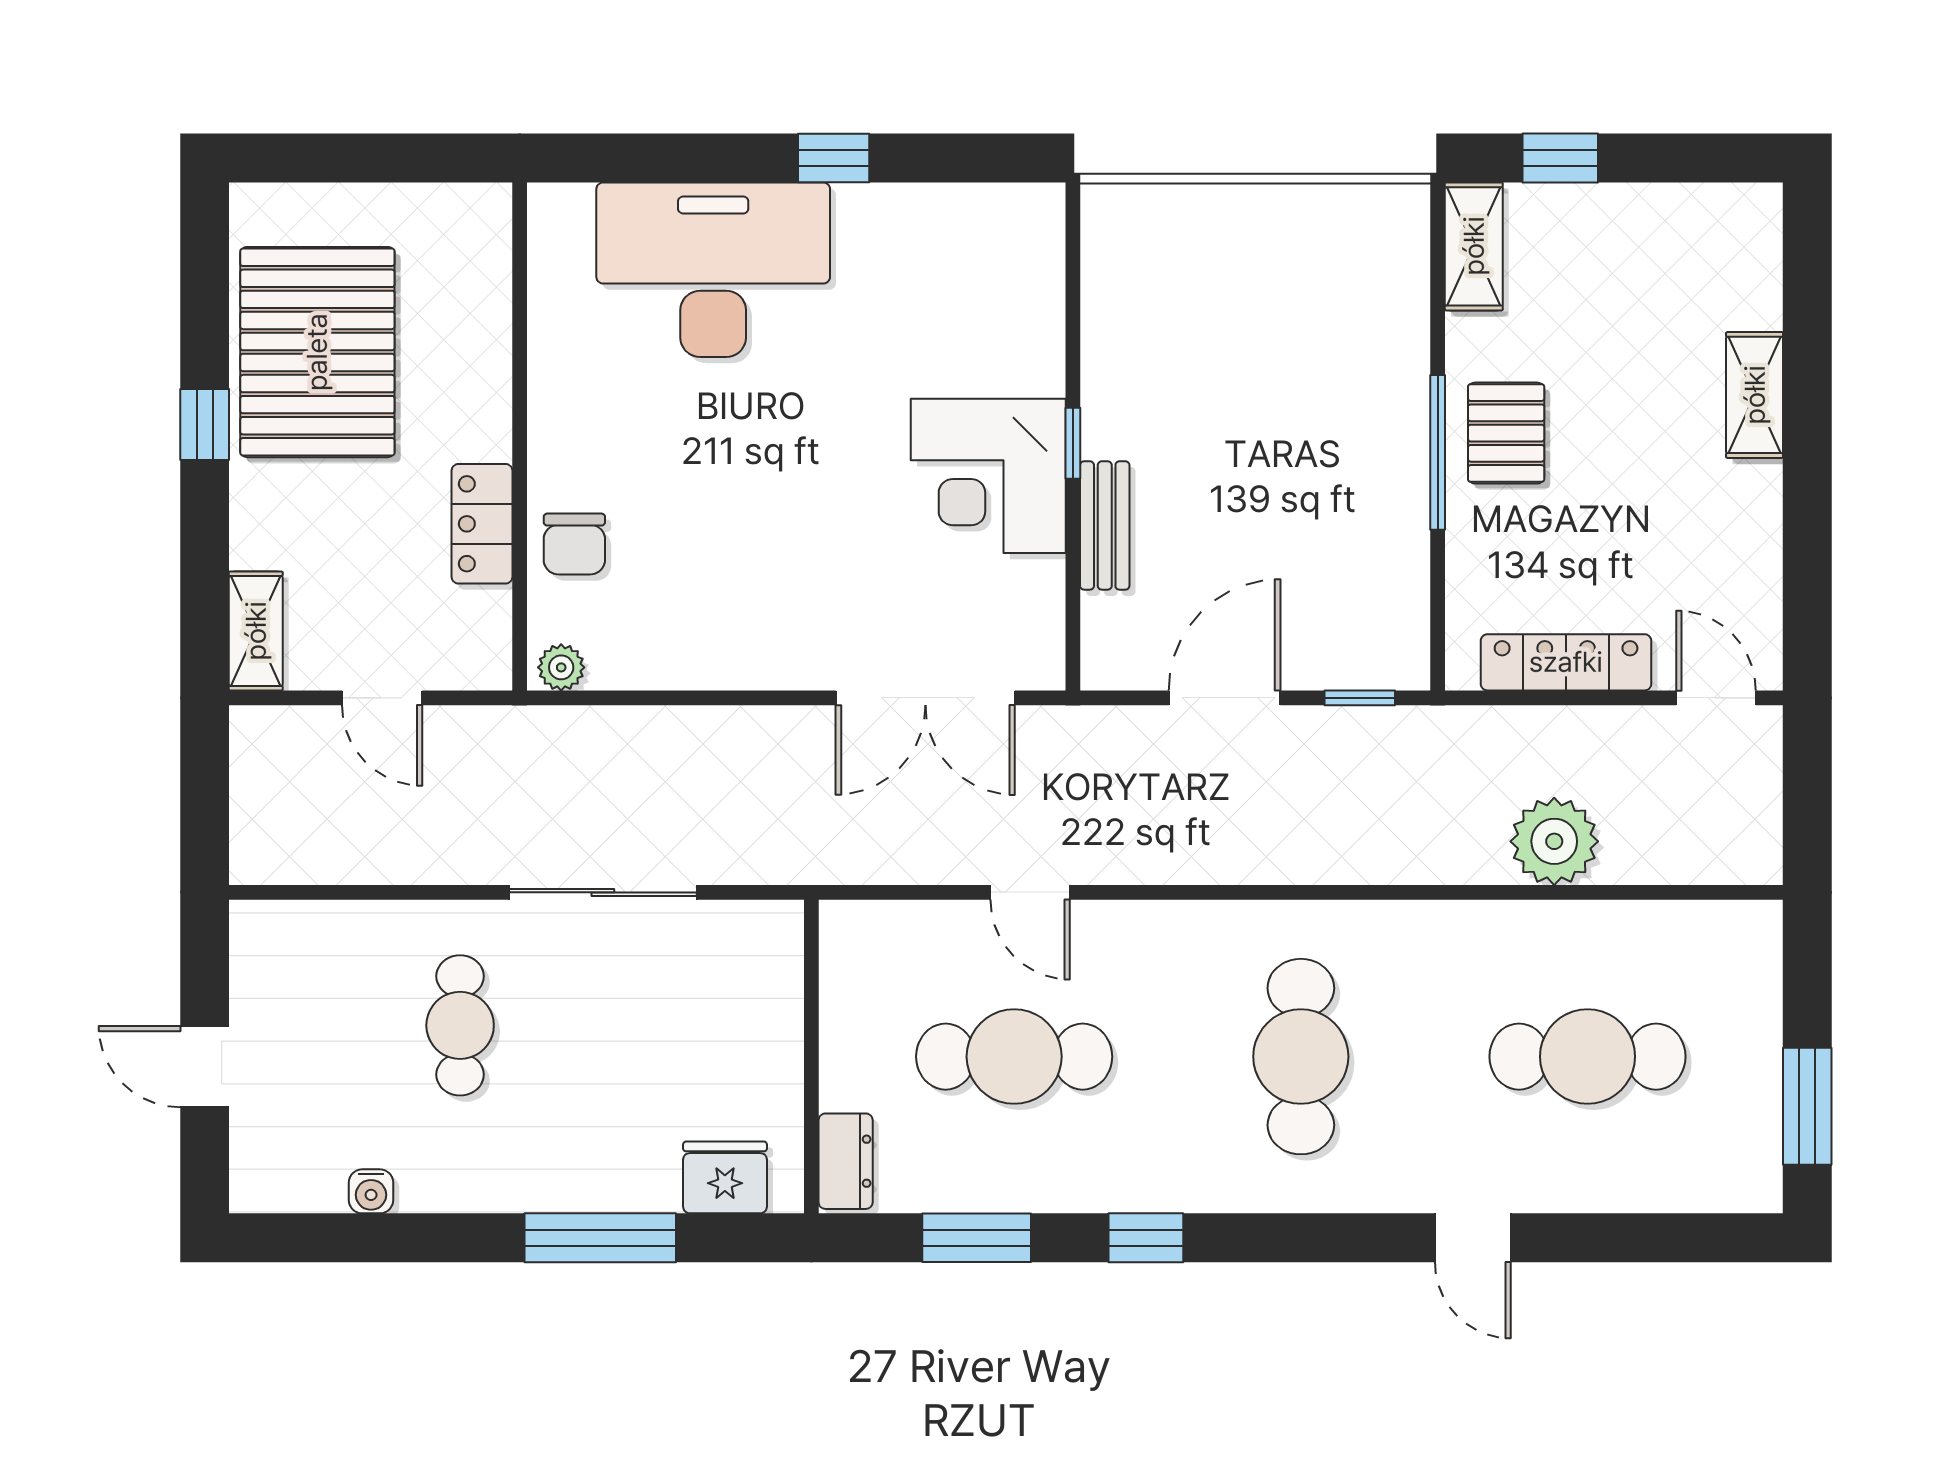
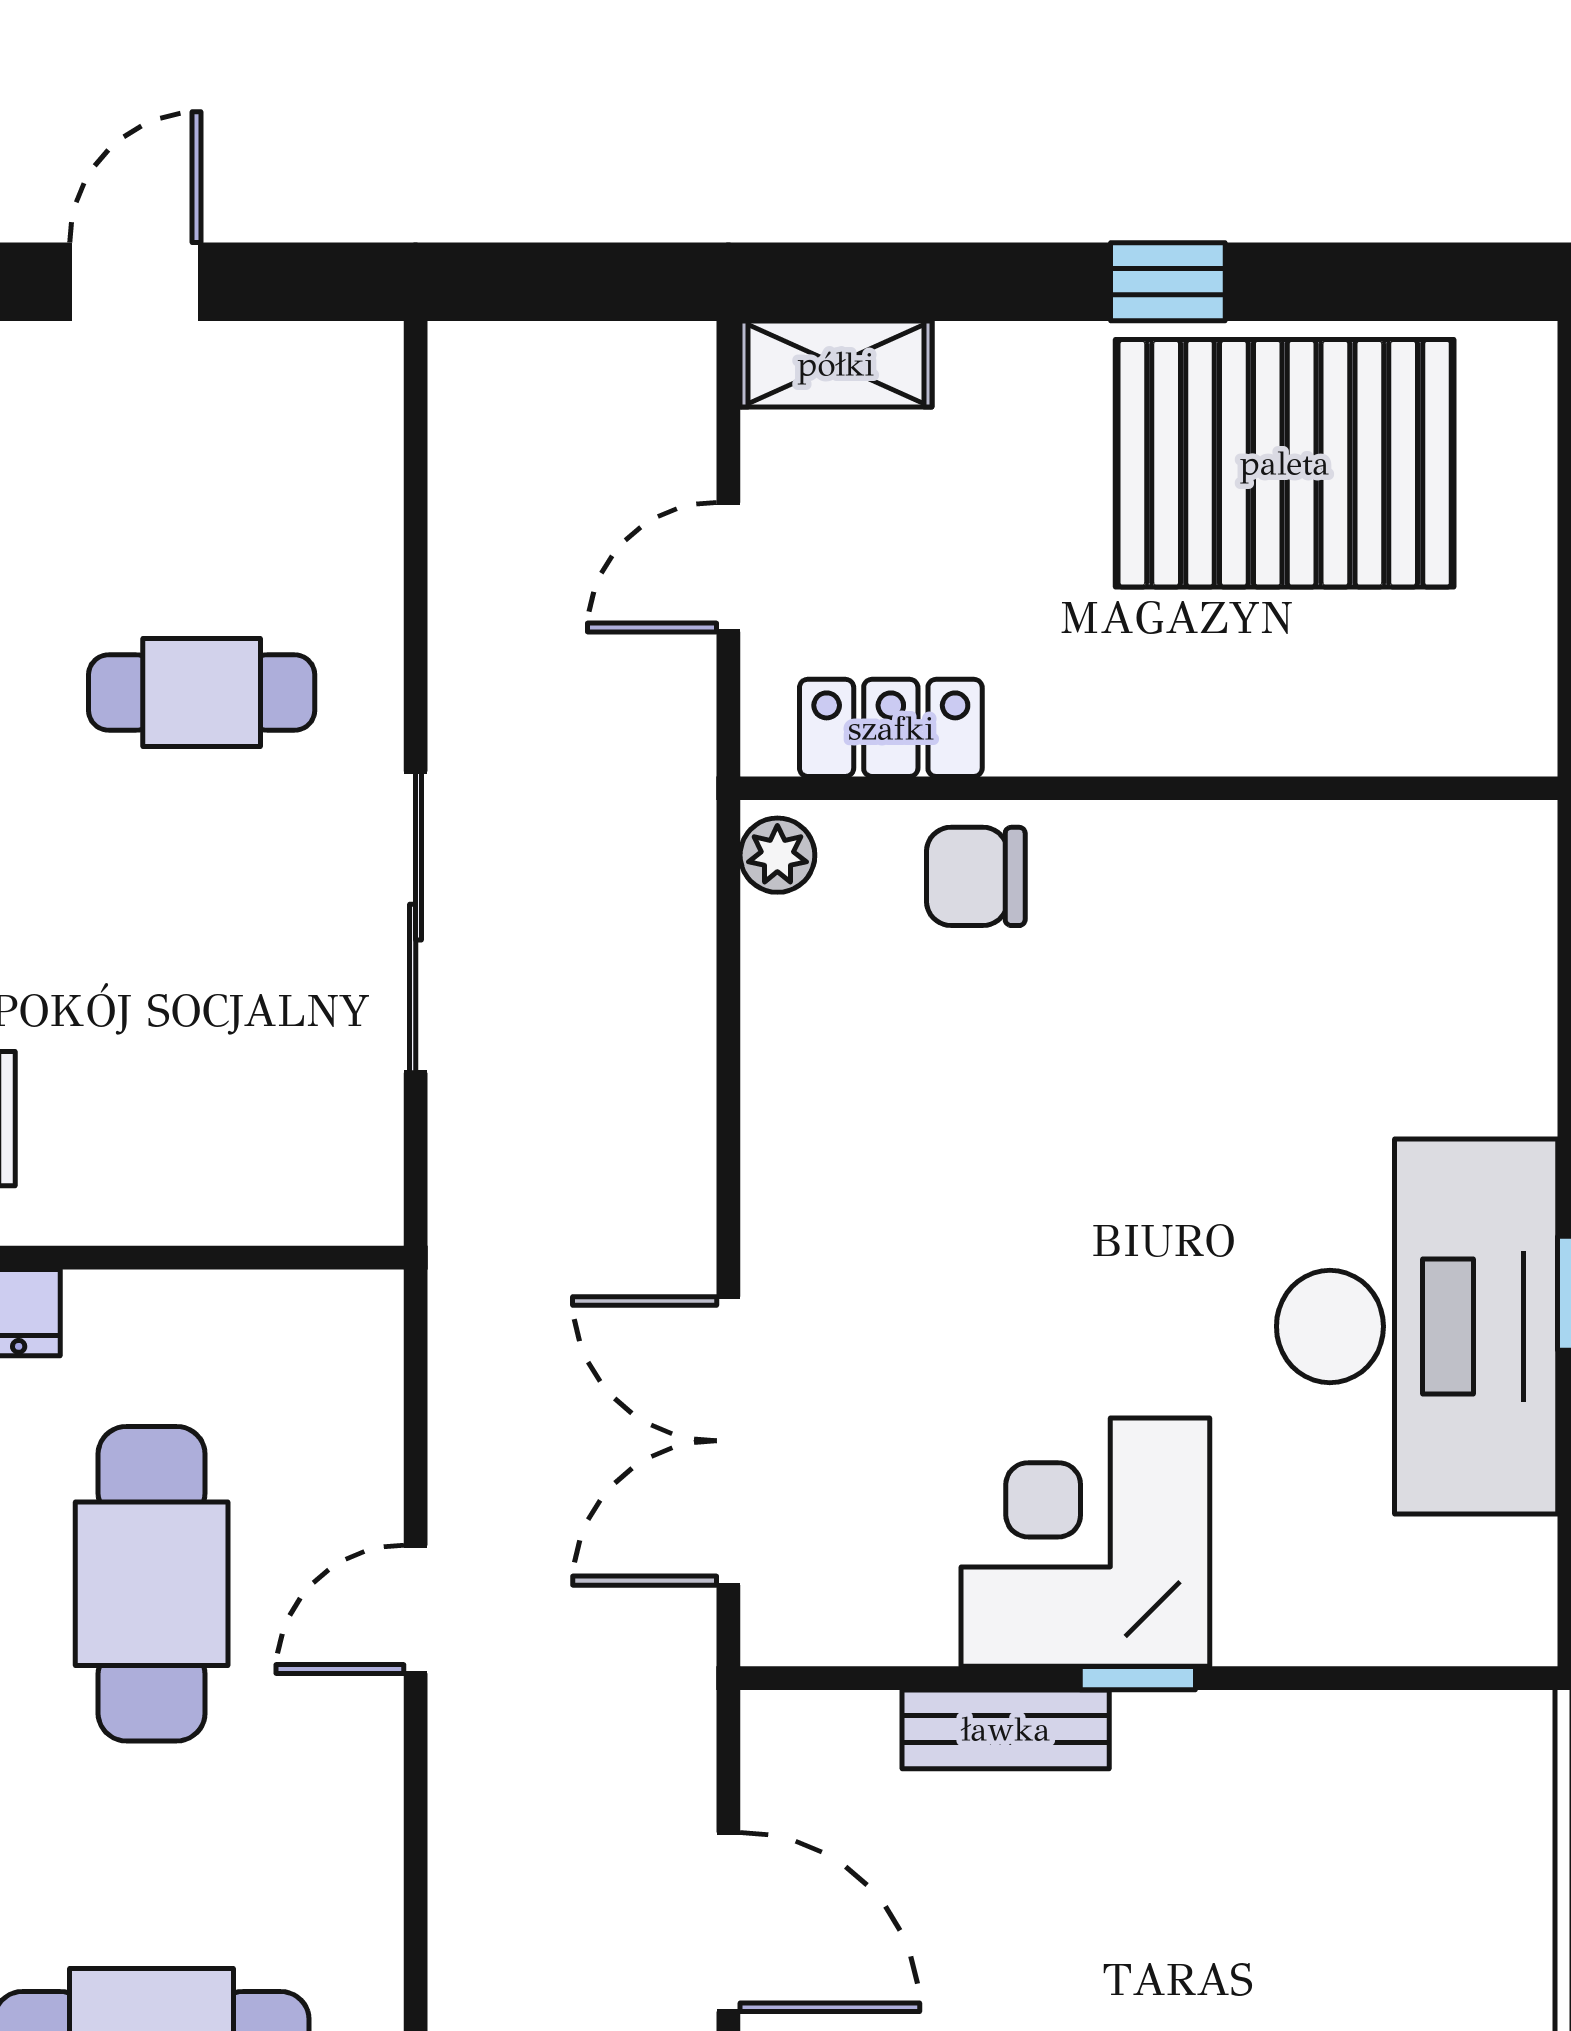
desk: (713, 270) -> (1417, 1326), moved
locker: (482, 524) -> (891, 728), moved

